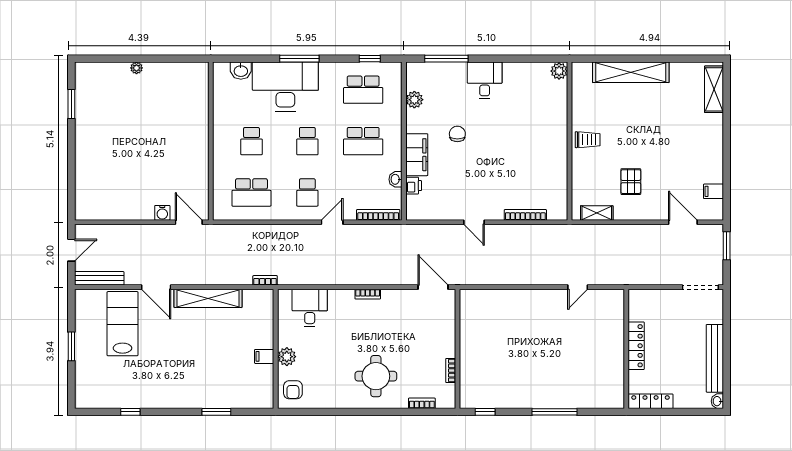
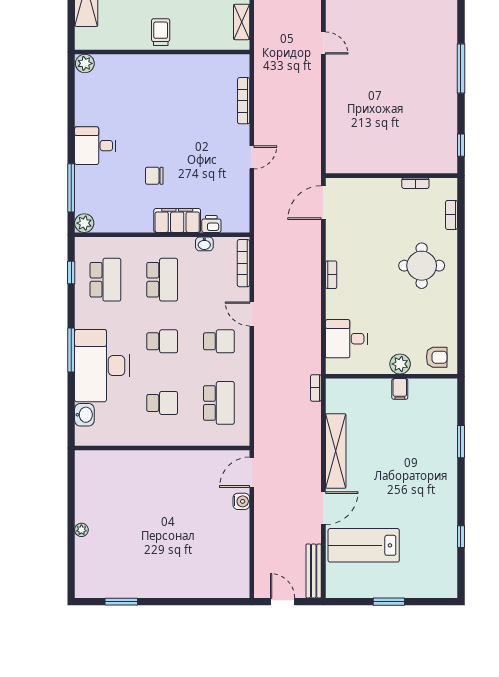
plant: (414, 100) -> (84, 223), moved

